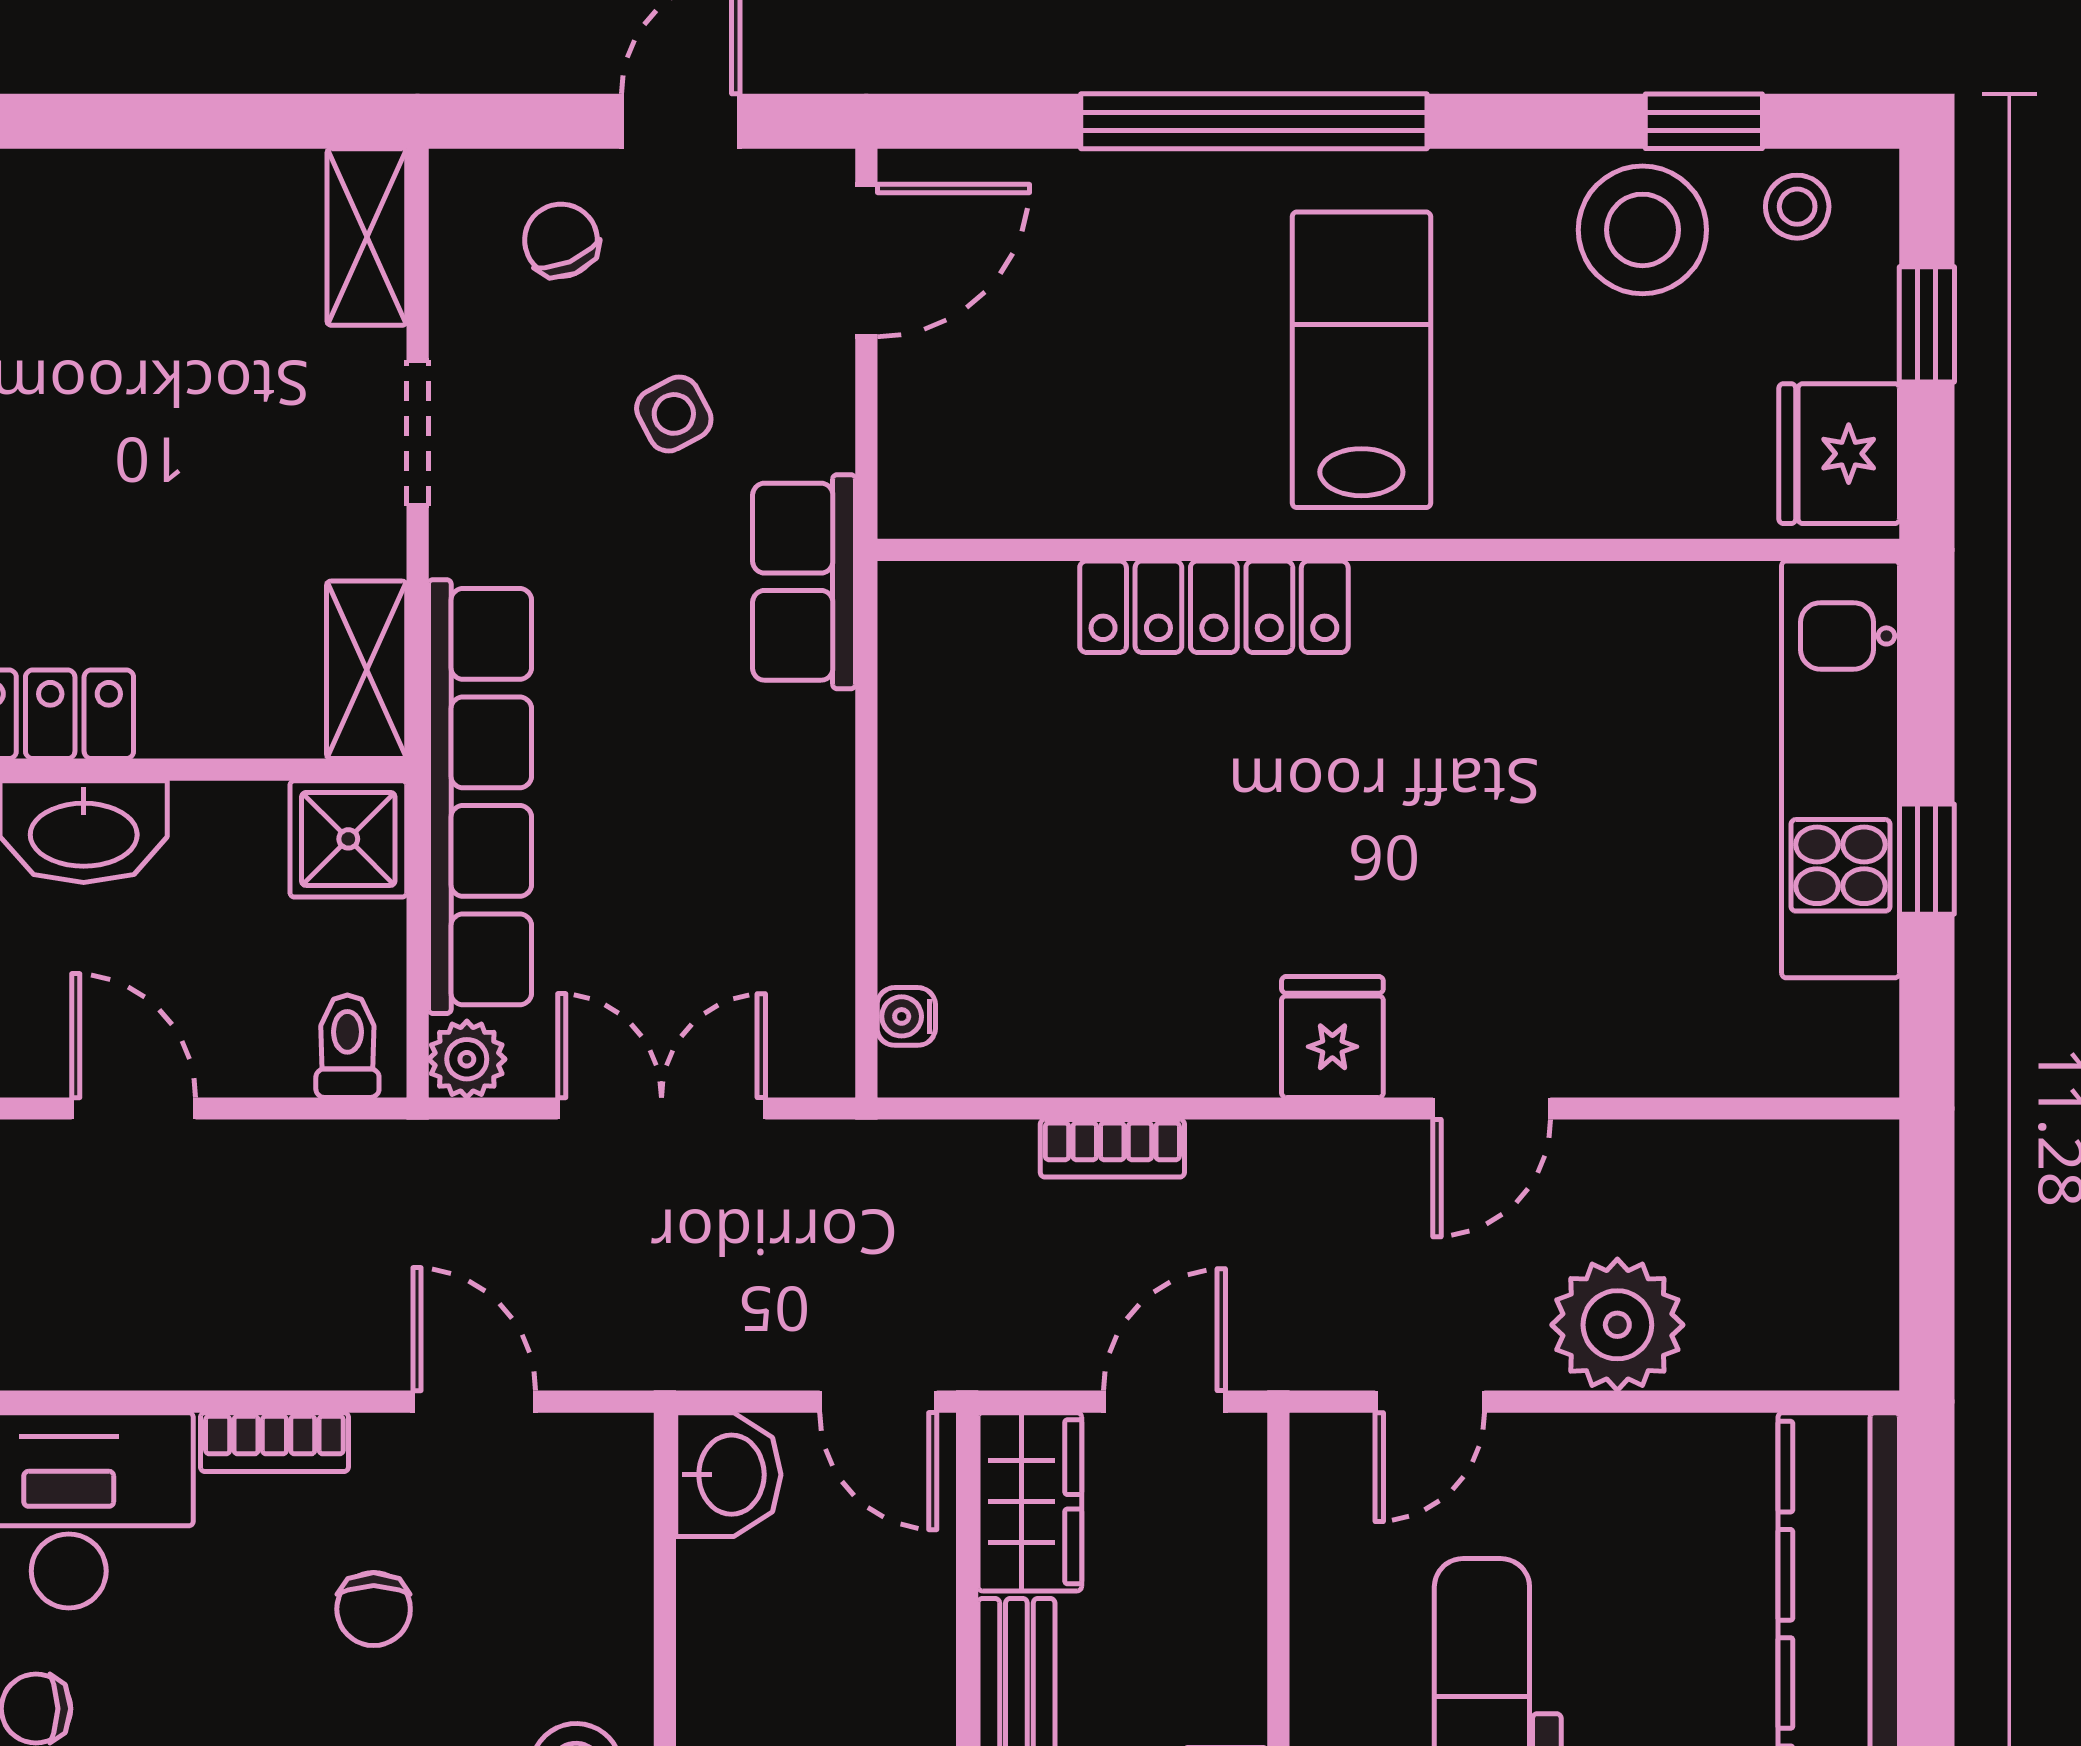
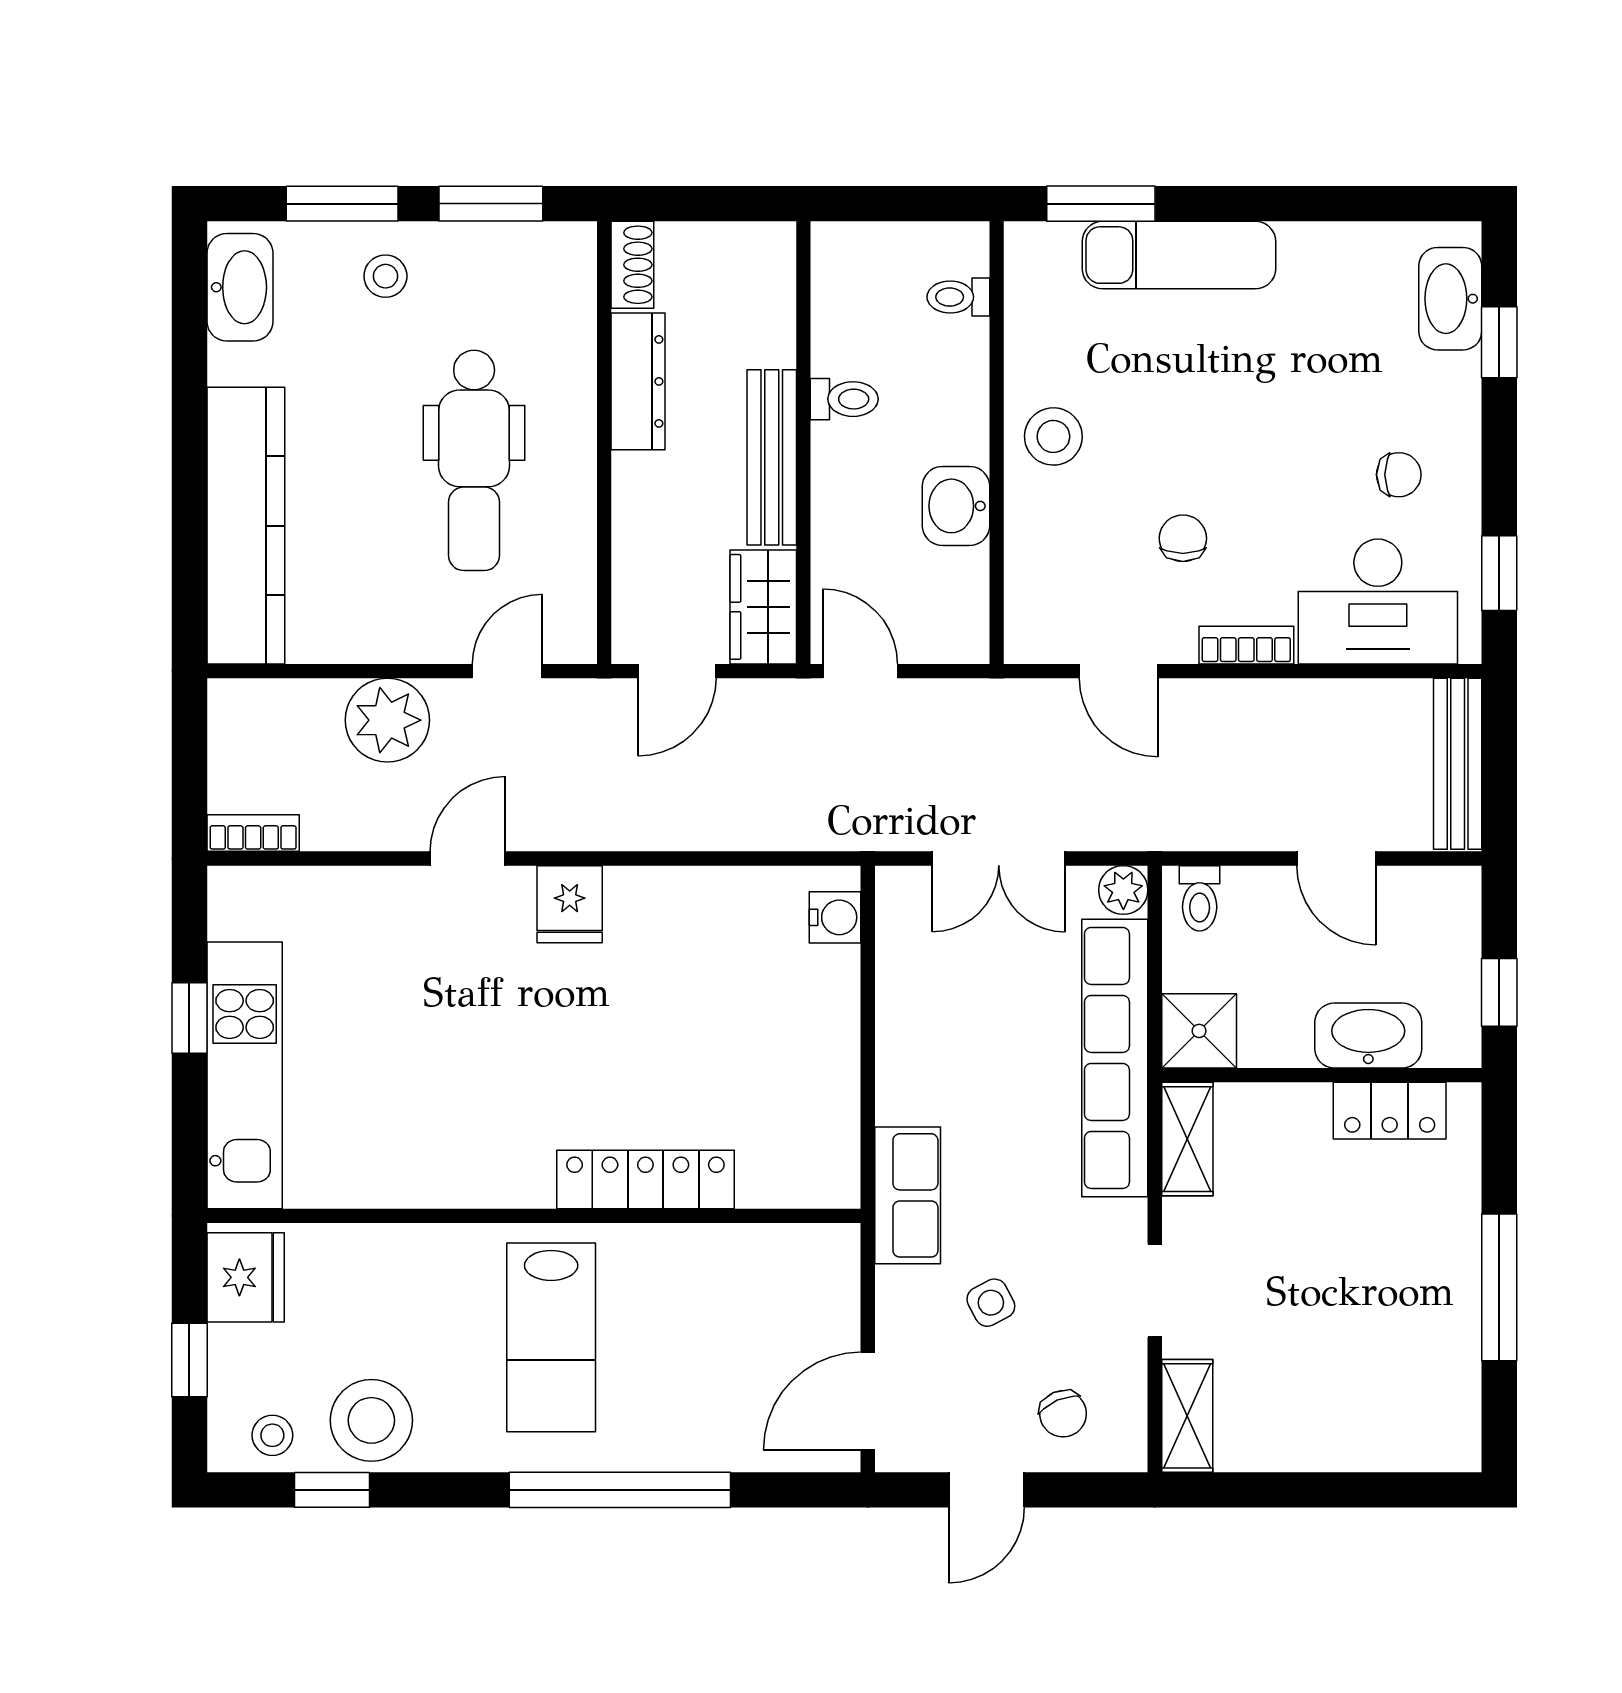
water cooler: (906, 1016) -> (835, 917), width x1.38, depth x1.38
bookcase: (1112, 1148) -> (253, 833), moved
washbasin: (728, 1475) -> (956, 506), moved

